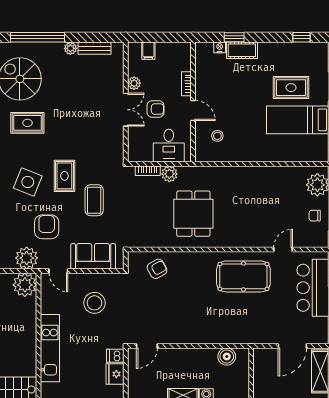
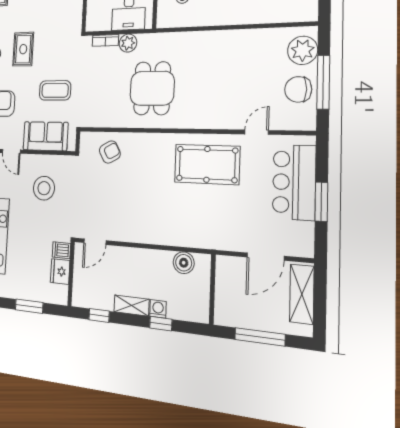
coffee table: (94, 200) -> (55, 90), moved, turned 90
chair: (315, 216) -> (298, 89), width x1.87, depth x1.87

